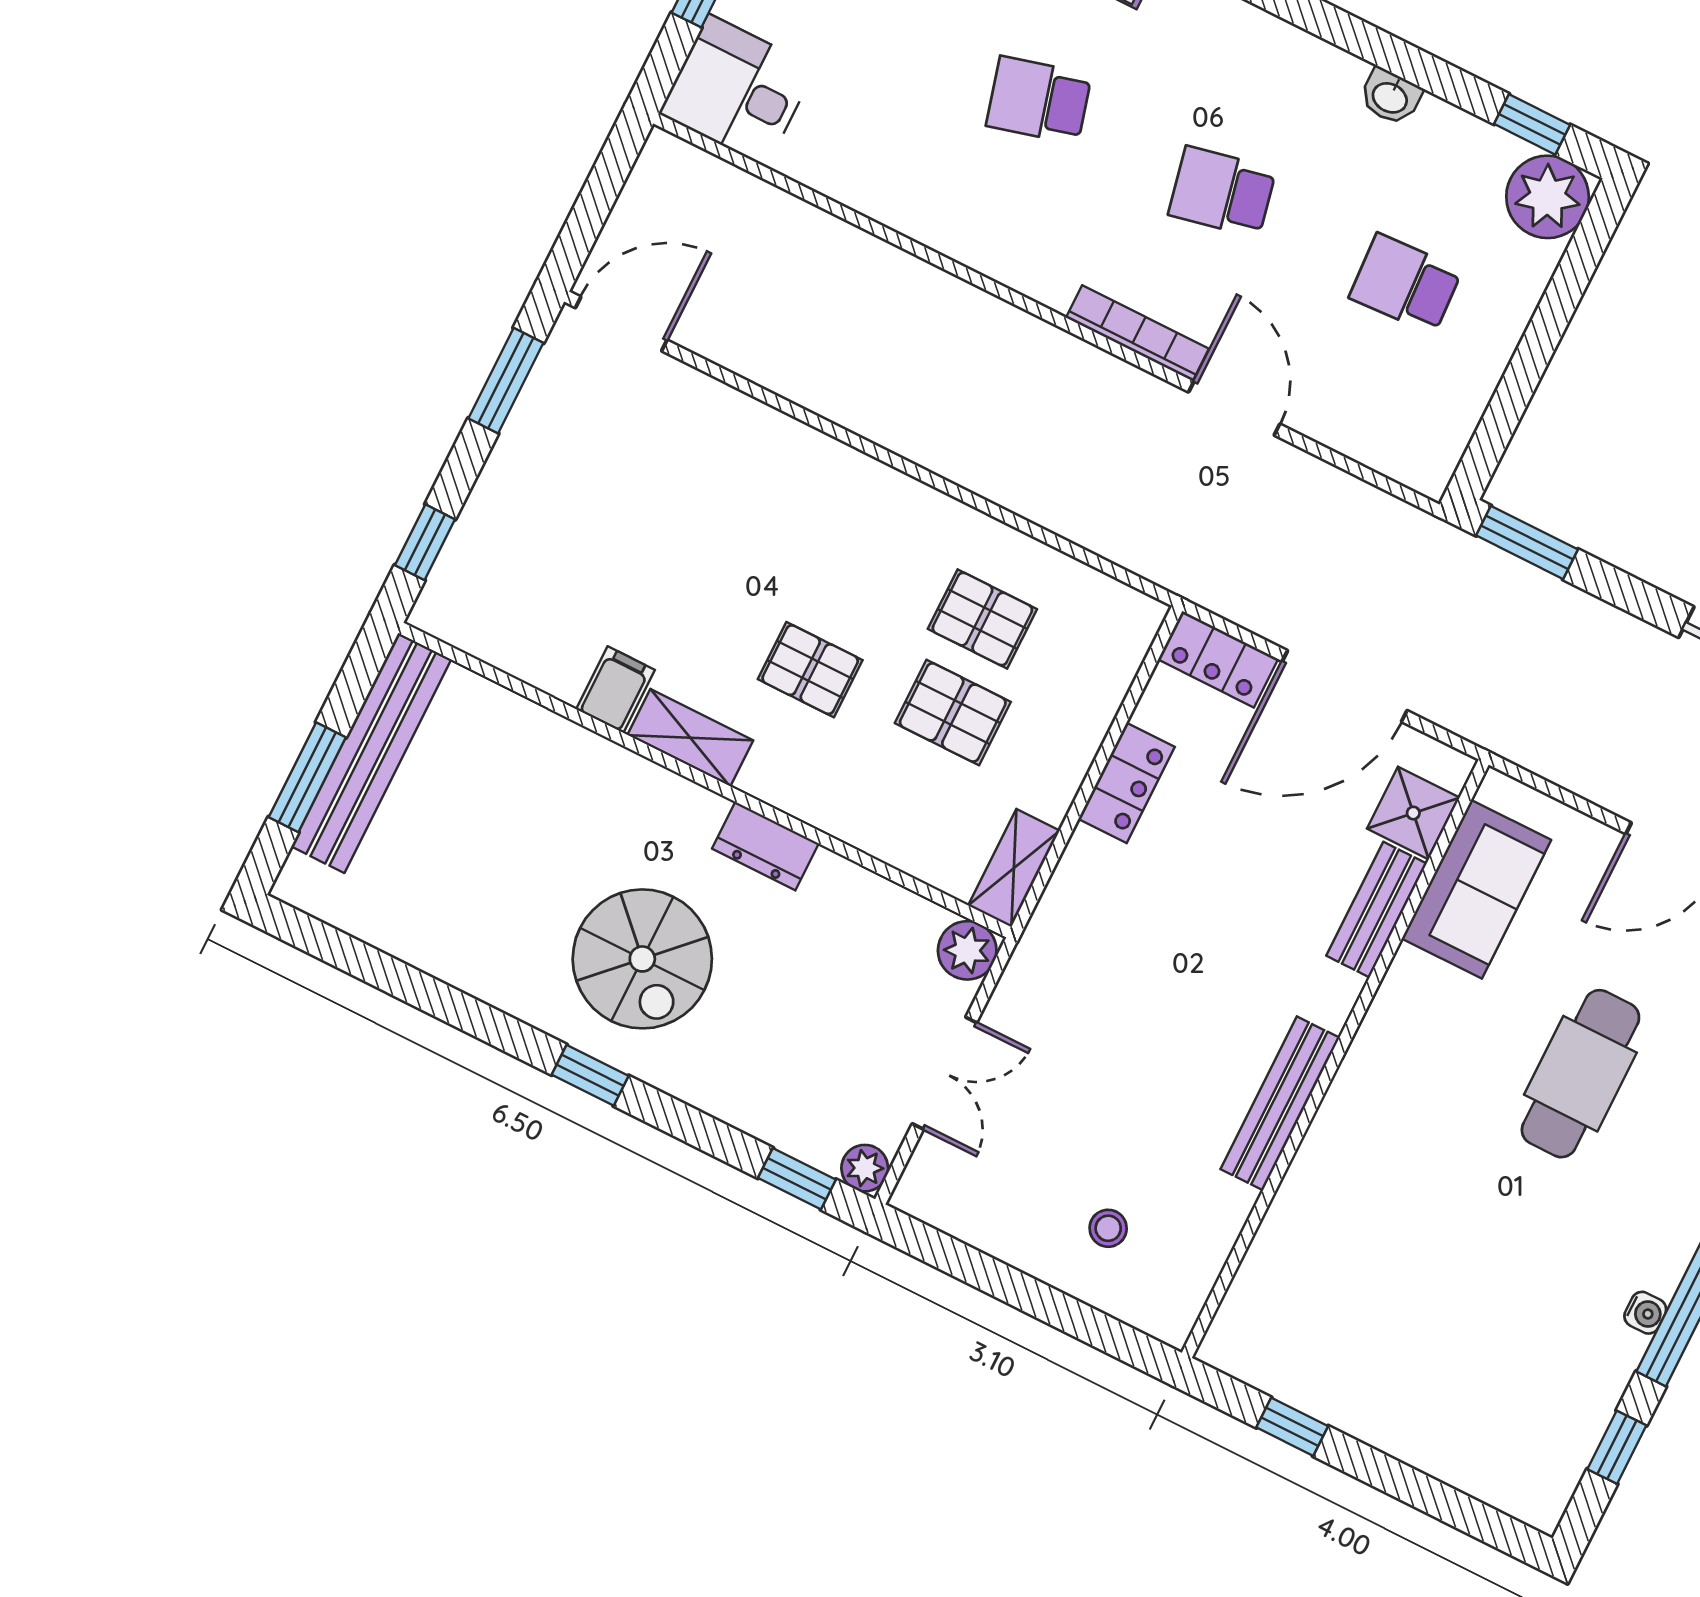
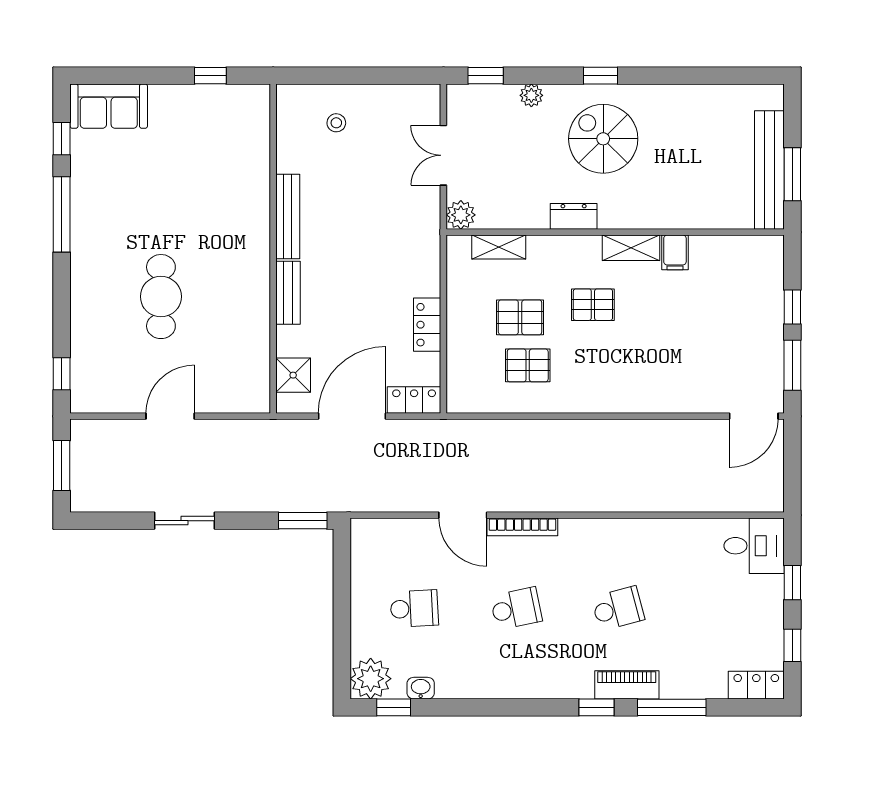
washbasin: (1390, 97) -> (421, 688), moved
window: (425, 542) -> (792, 307), moved
window: (307, 777) -> (792, 174), moved
shelving: (1014, 868) -> (499, 247), moved, turned 90
sofa: (1476, 889) -> (109, 106), moved, turned -90
bench: (1376, 910) -> (288, 293), moved
plant: (865, 1168) -> (531, 95), moved
water cooler: (1645, 1313) -> (79, 205), removed

